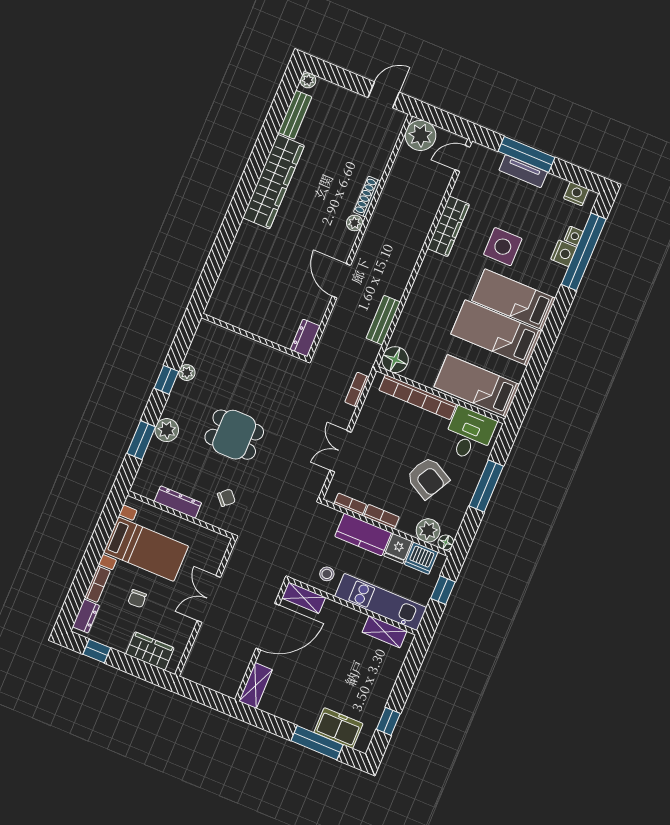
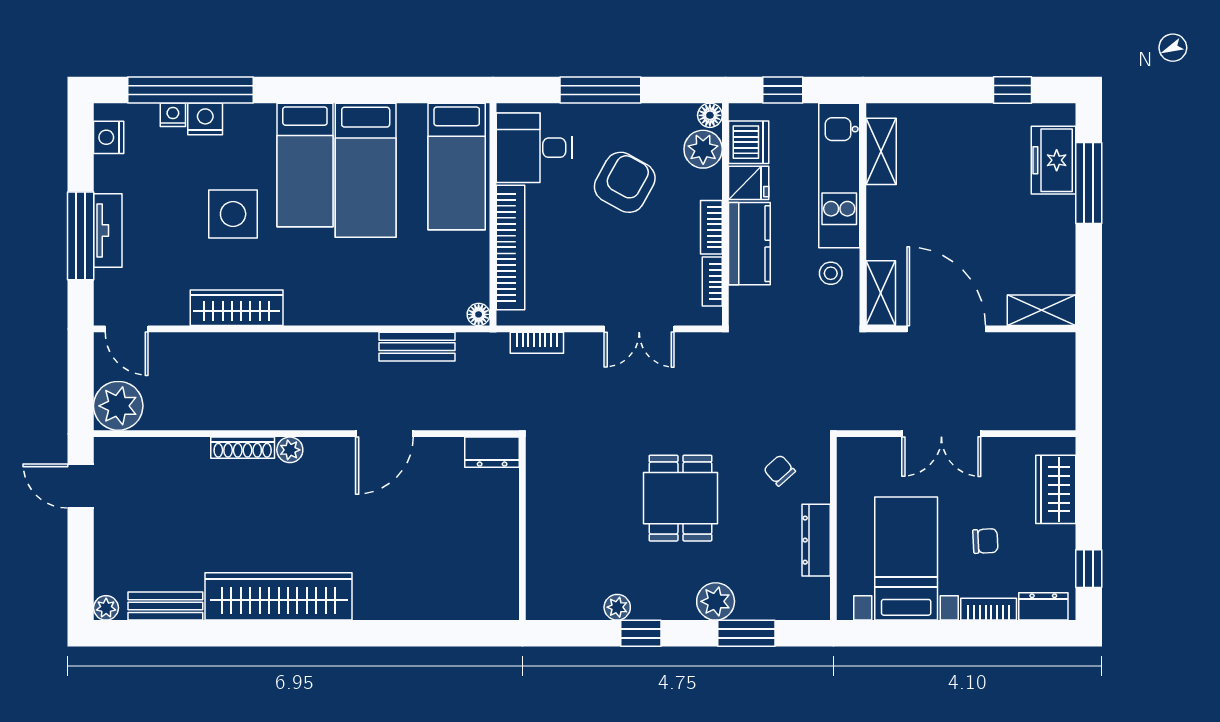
floor lamp: (395, 360) -> (479, 314), width x0.53, depth x0.53

